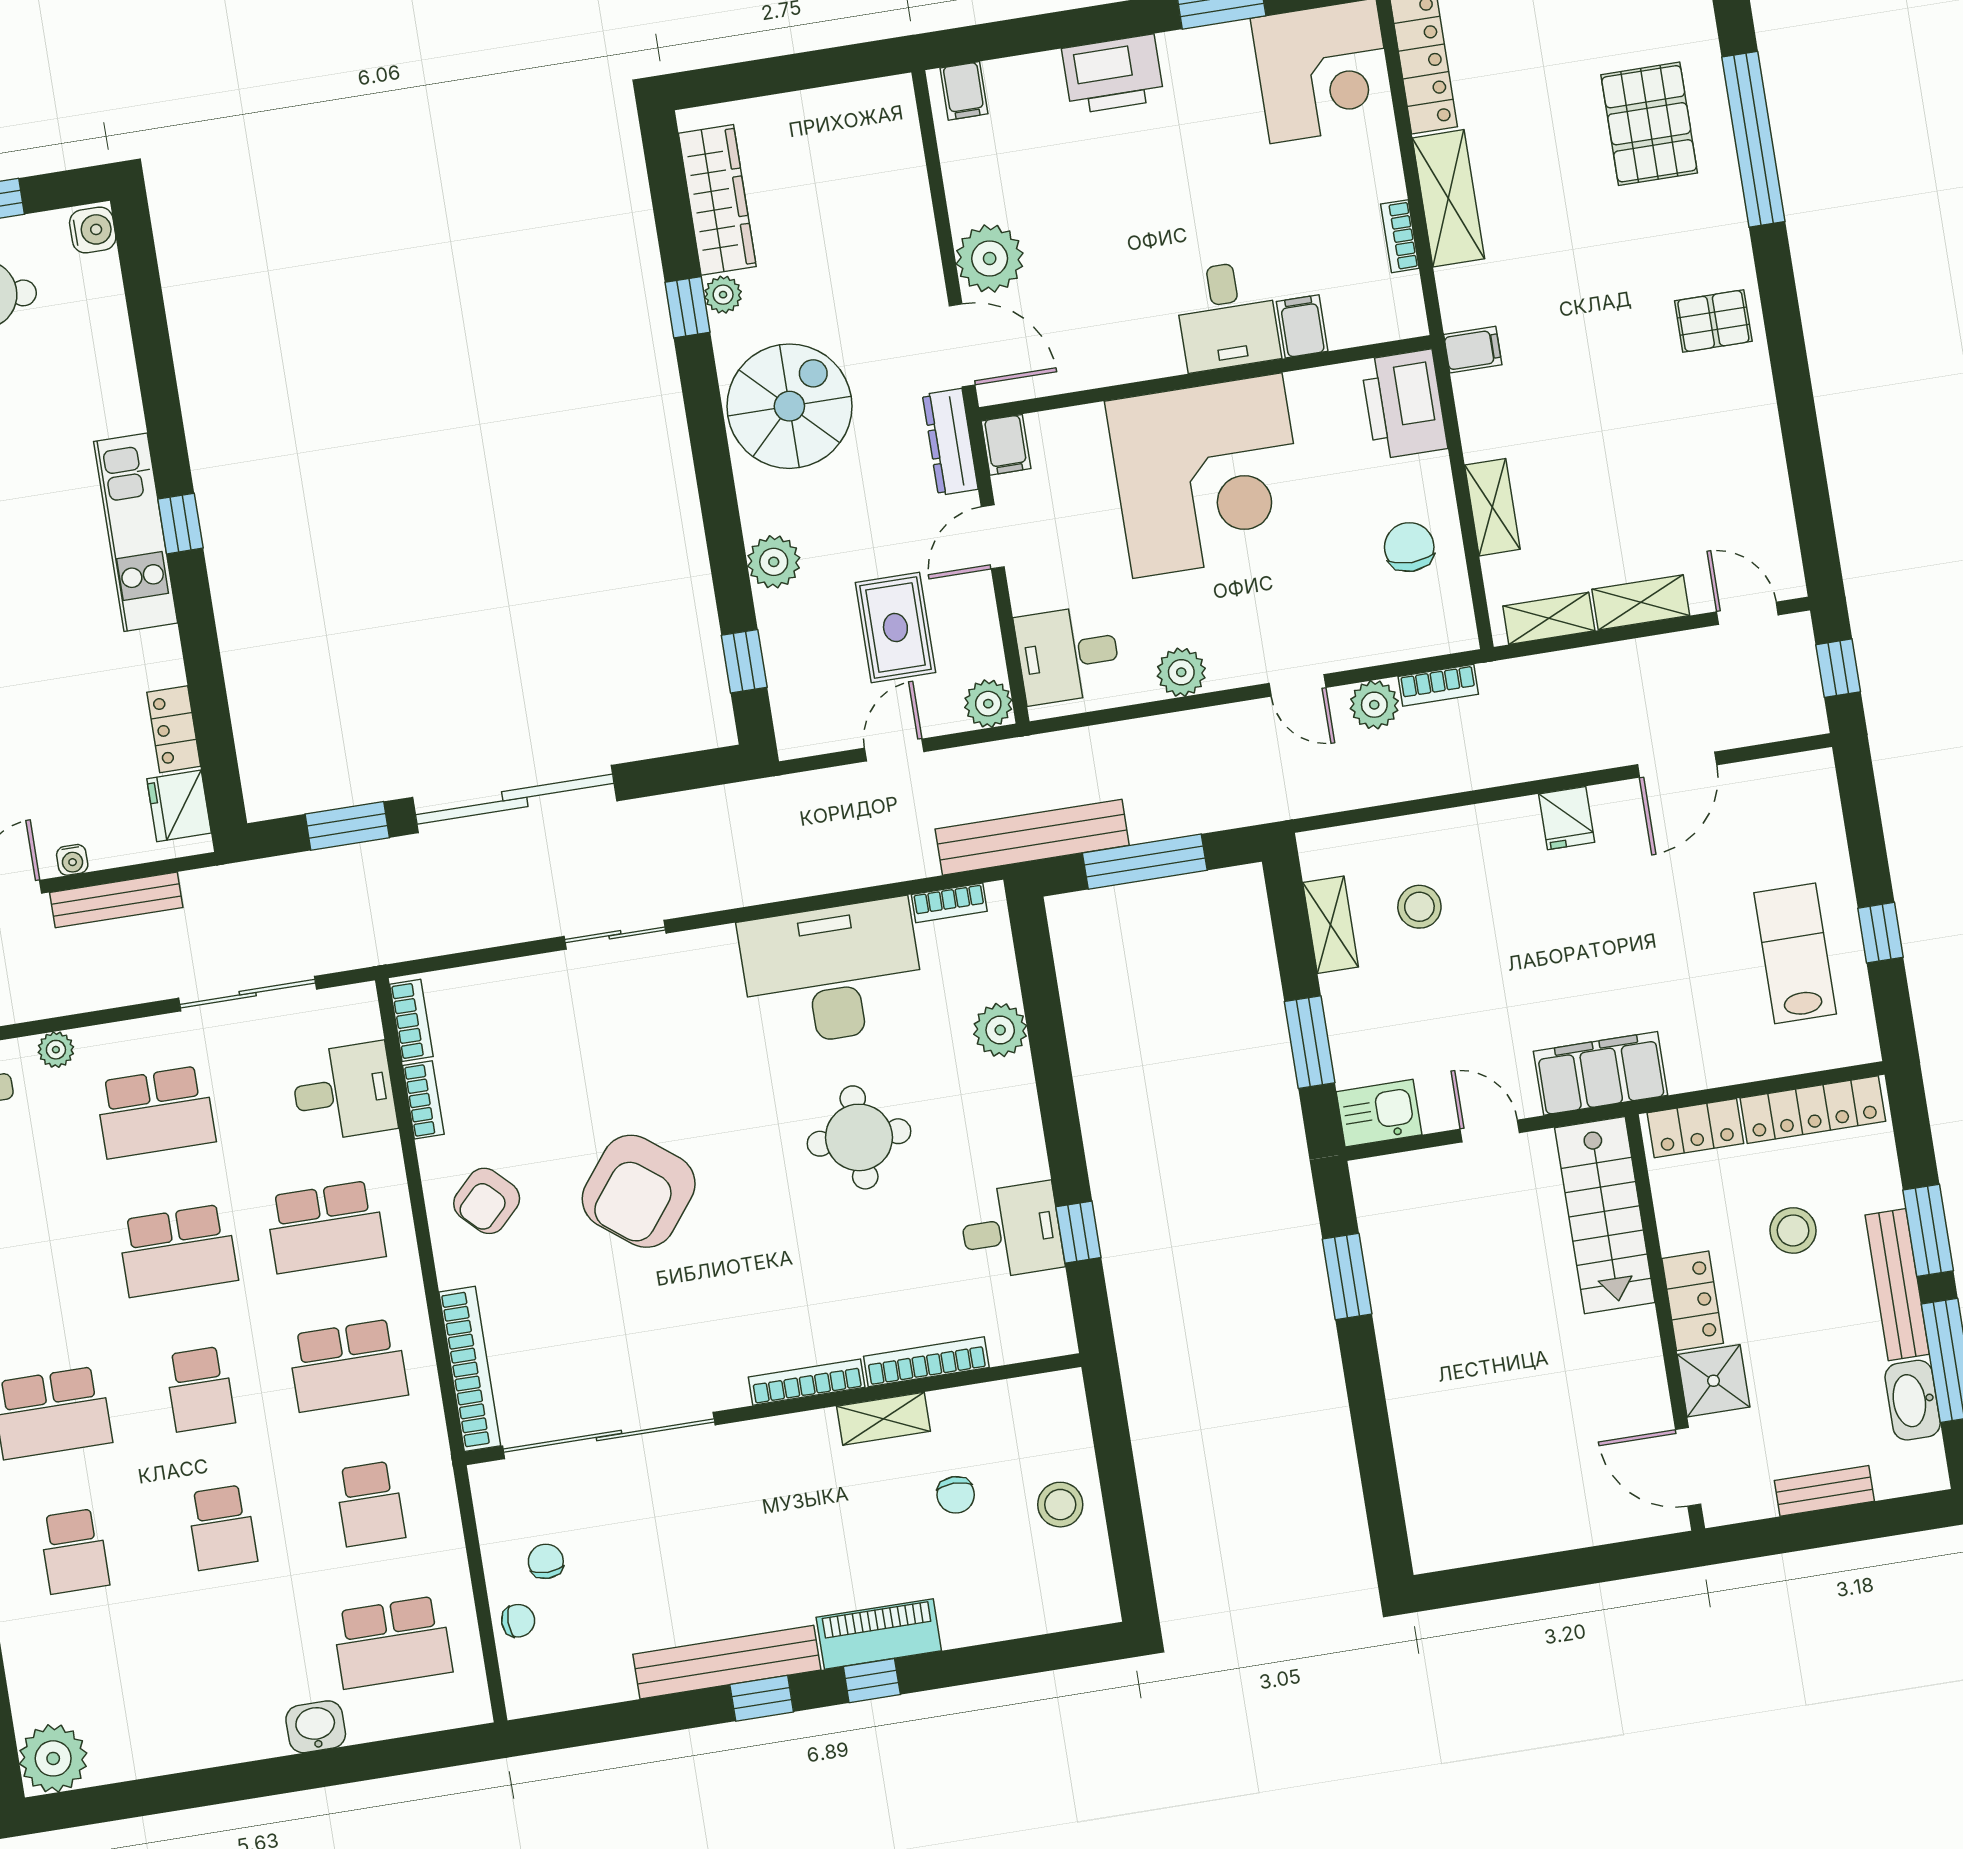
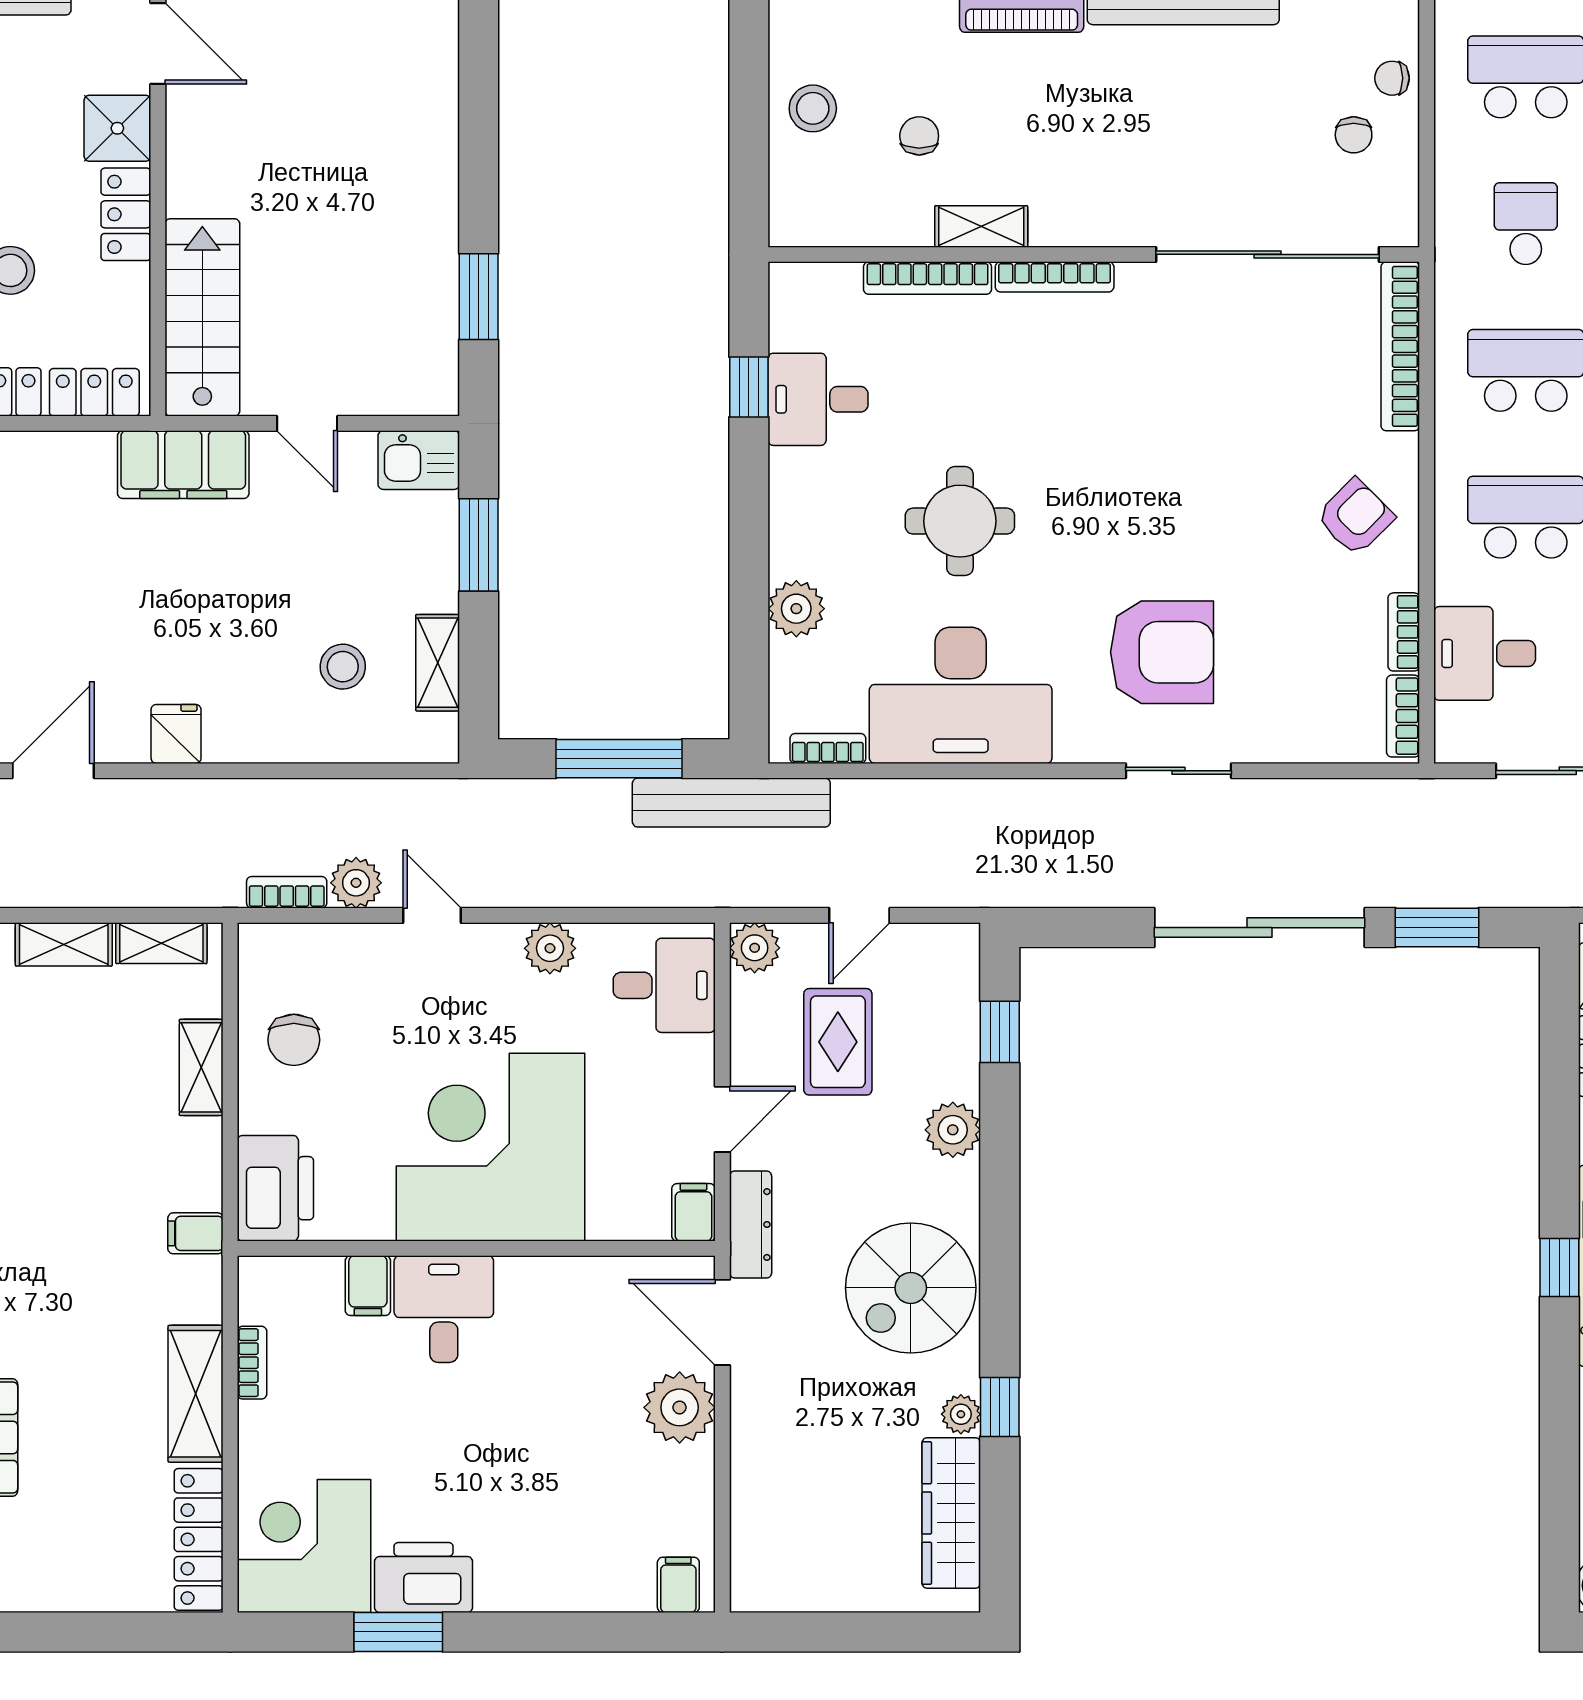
printer: (1113, 74) -> (424, 1577), moved
armchair: (639, 1191) -> (1162, 652), moved, turned 52

